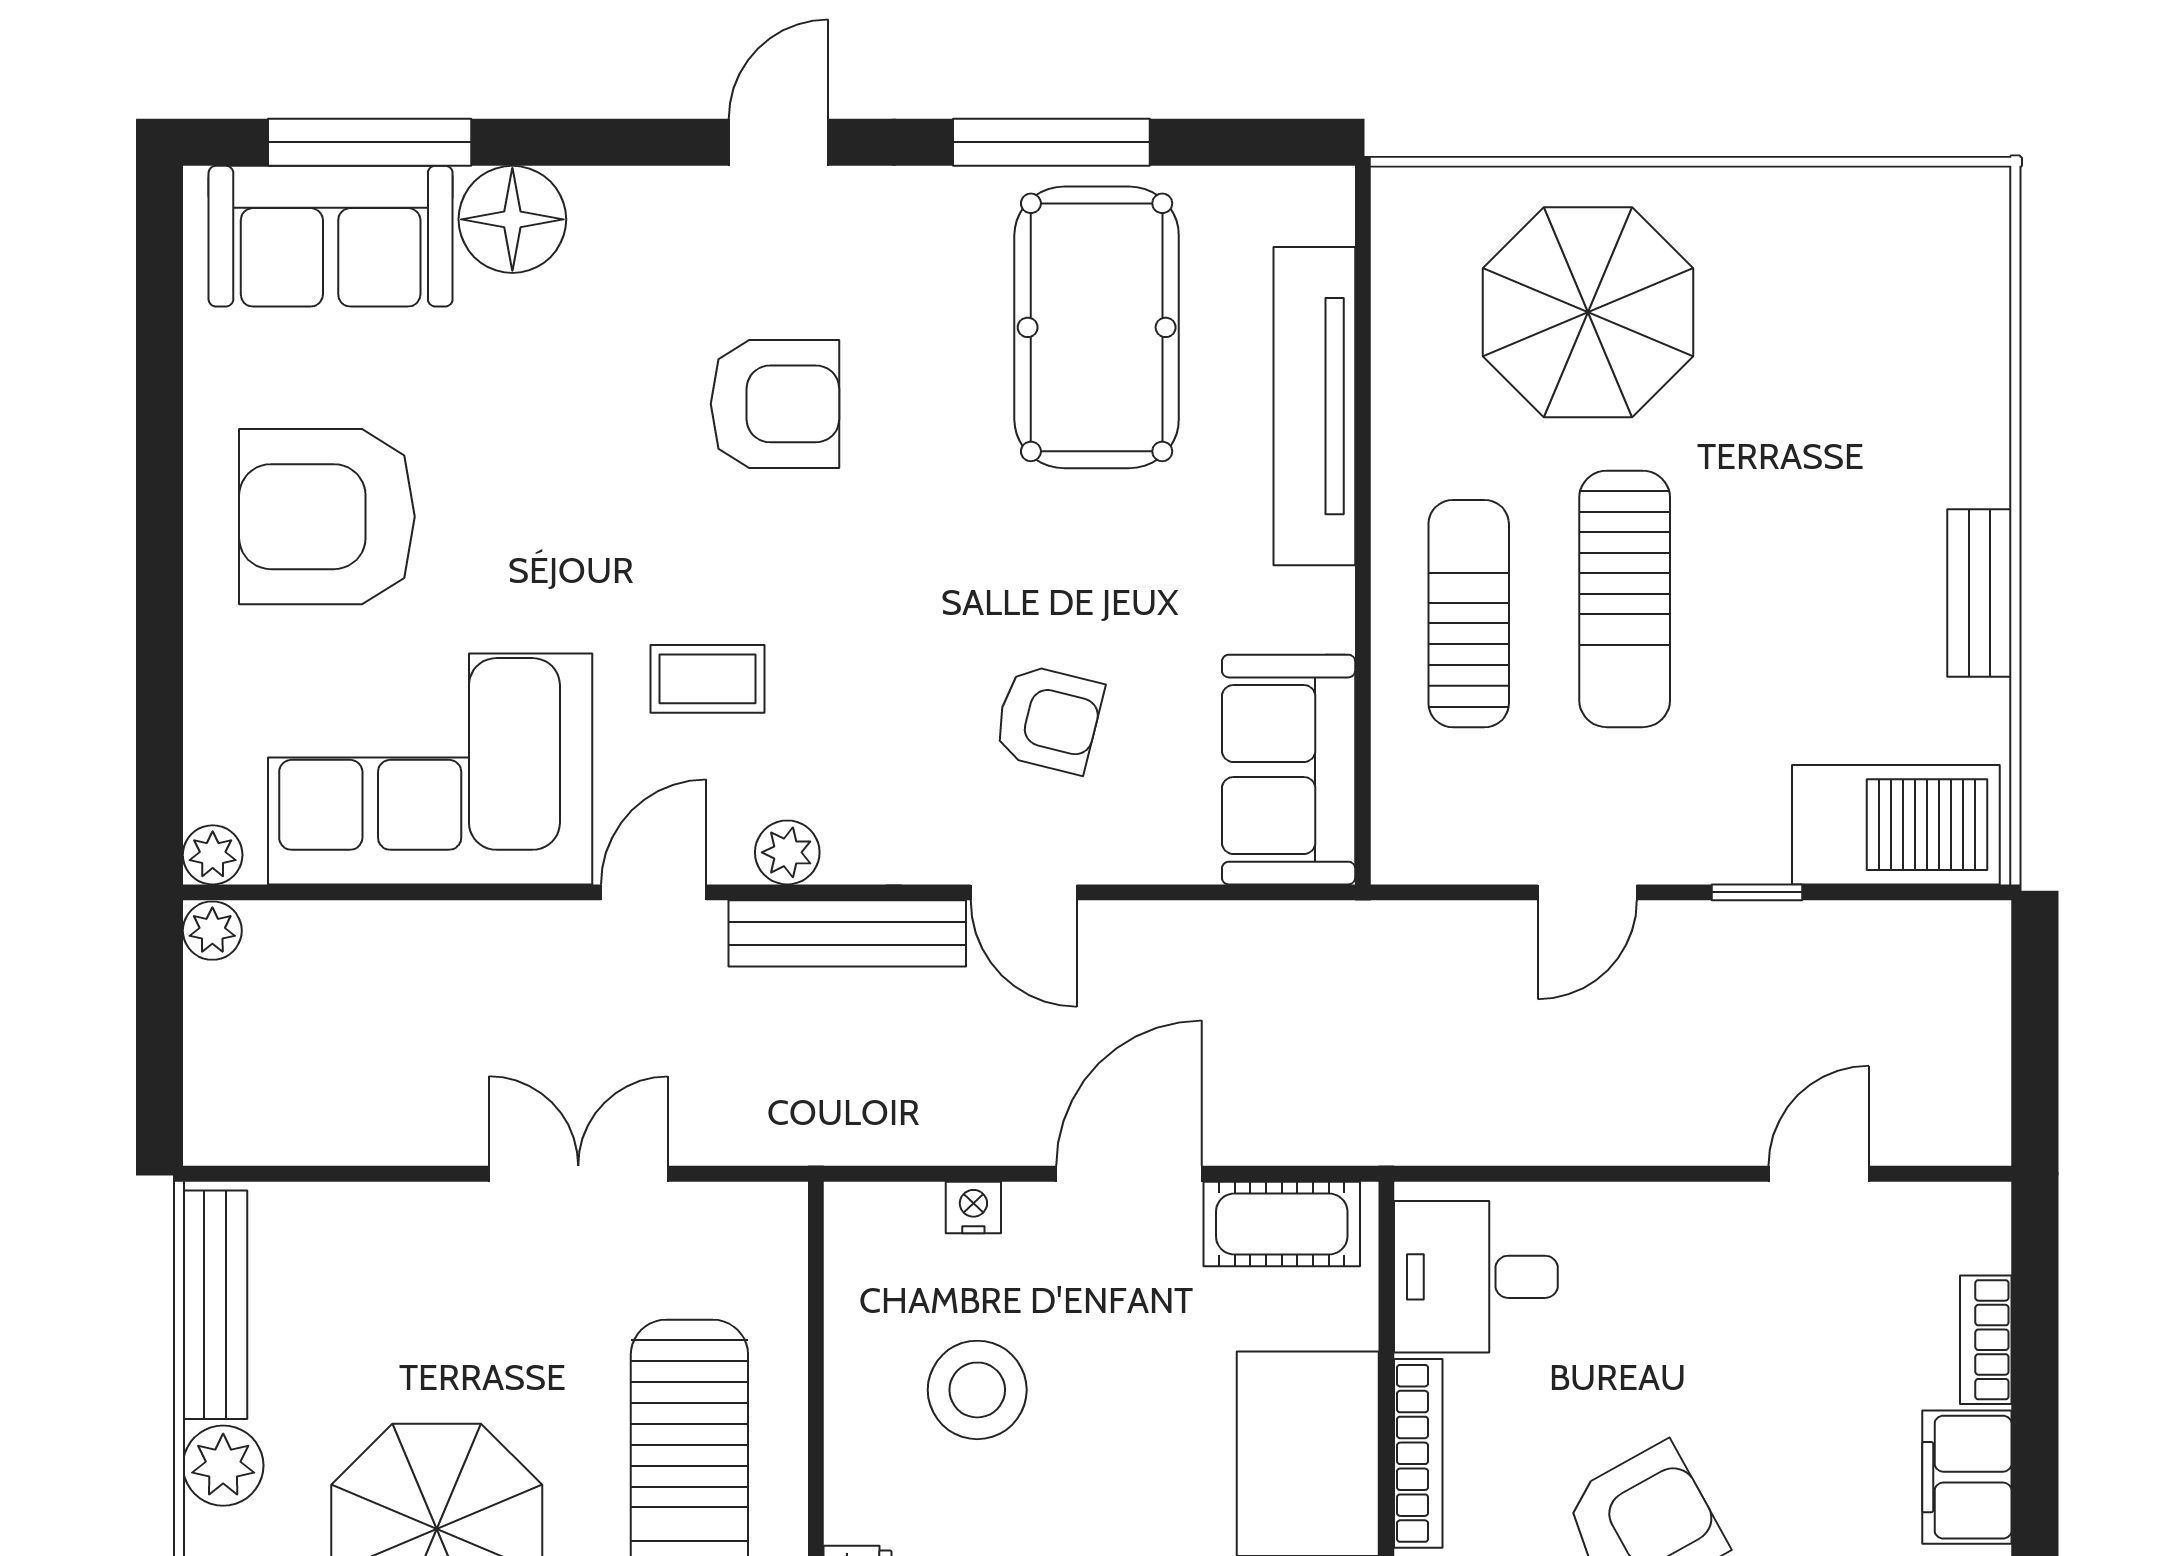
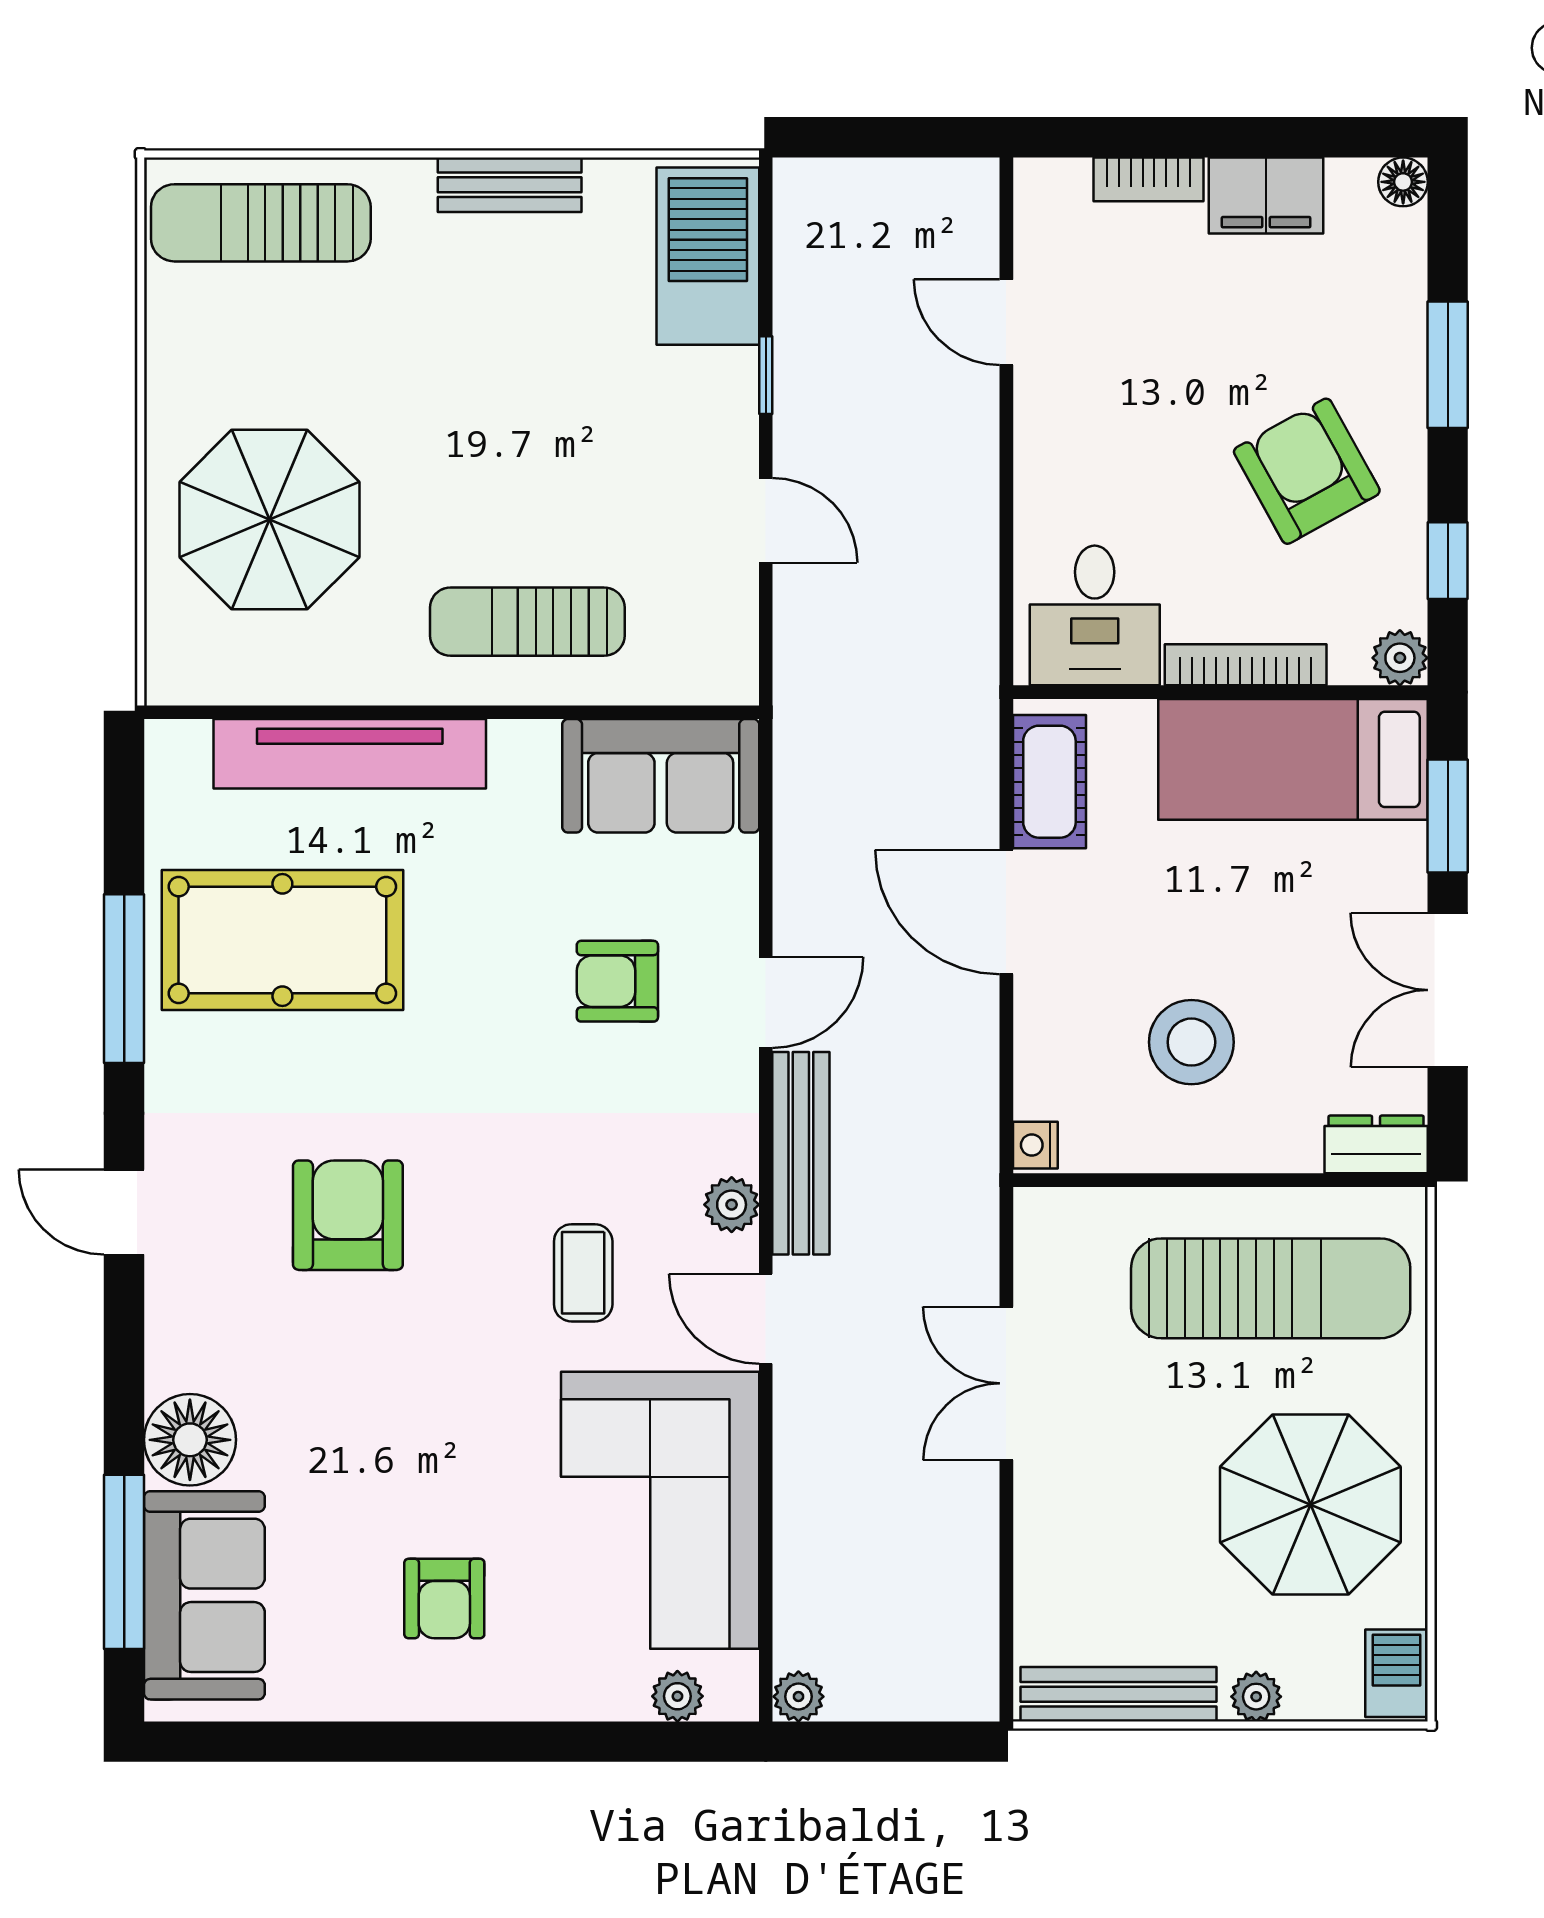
armchair: (327, 517) -> (444, 1598), width x0.53, depth x0.53
sun lounger: (1625, 599) -> (261, 223), moved, turned 180
armchair: (1048, 719) -> (617, 981), turned -104
plant: (213, 855) -> (677, 1696), moved
nightstand: (973, 1207) -> (1035, 1145), moved
plant: (223, 1466) -> (1256, 1697), width x0.73, depth x0.73

